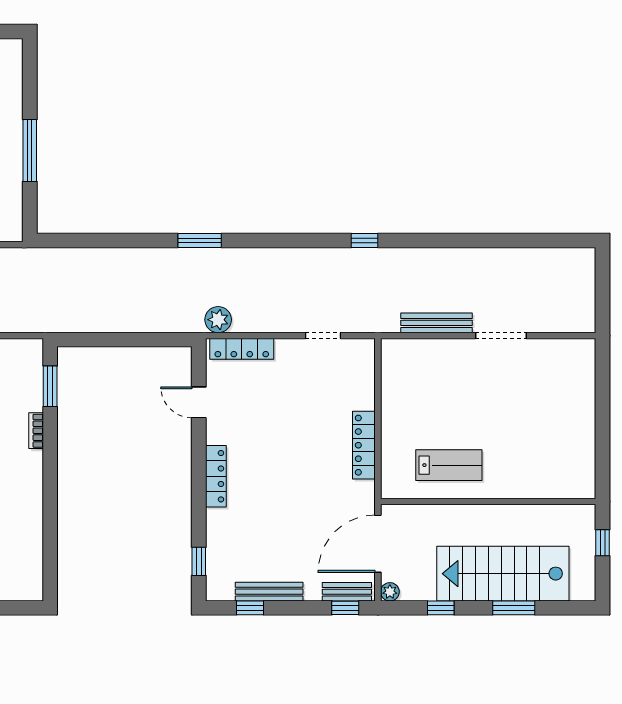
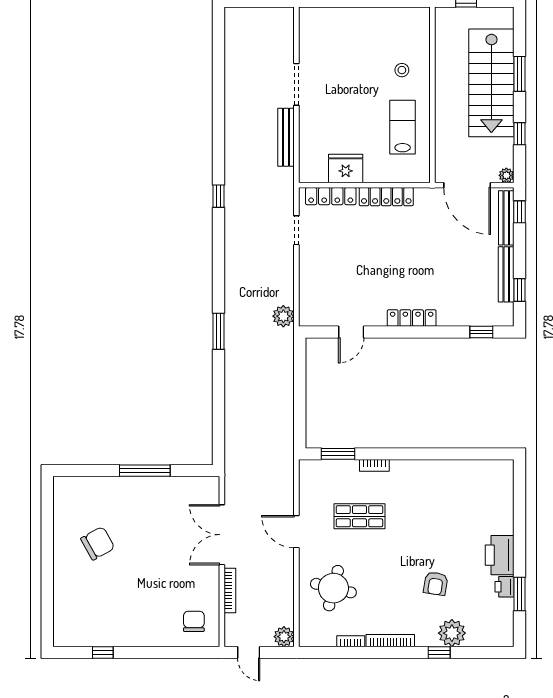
locker: (242, 349) -> (331, 196), moved, turned 90
fridge: (398, 396) -> (346, 169), added
stool: (518, 464) -> (402, 70), added
bench: (347, 592) -> (506, 218), width x1.36

